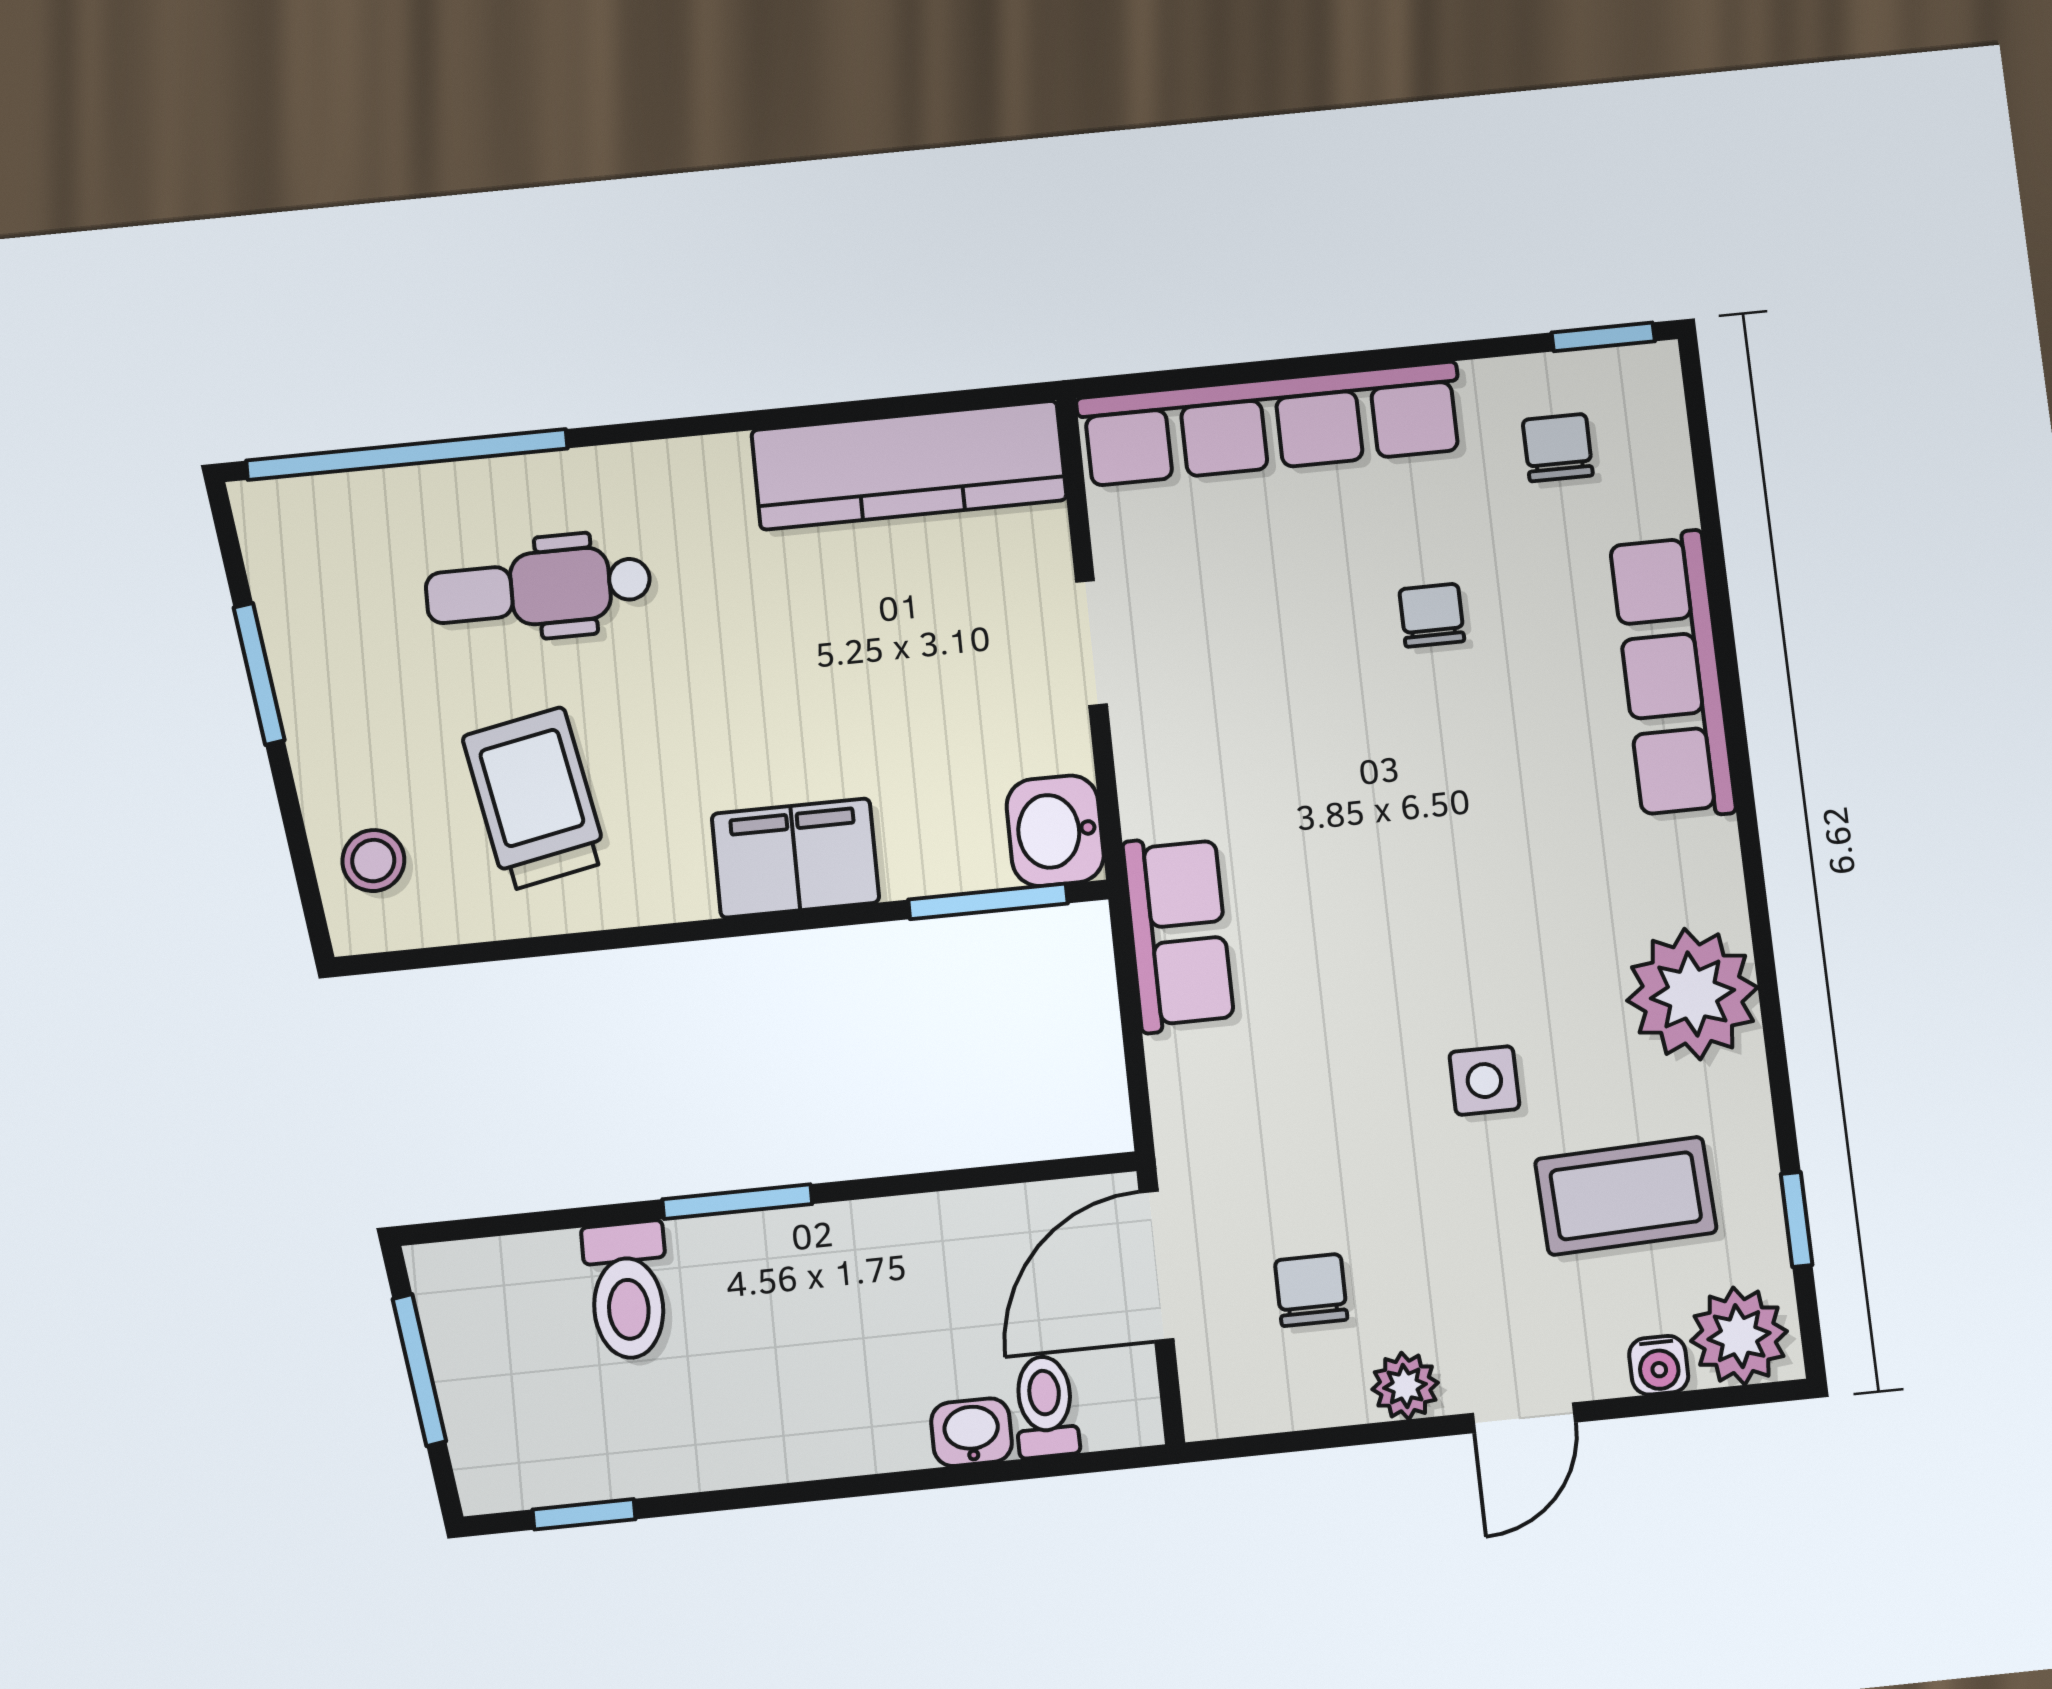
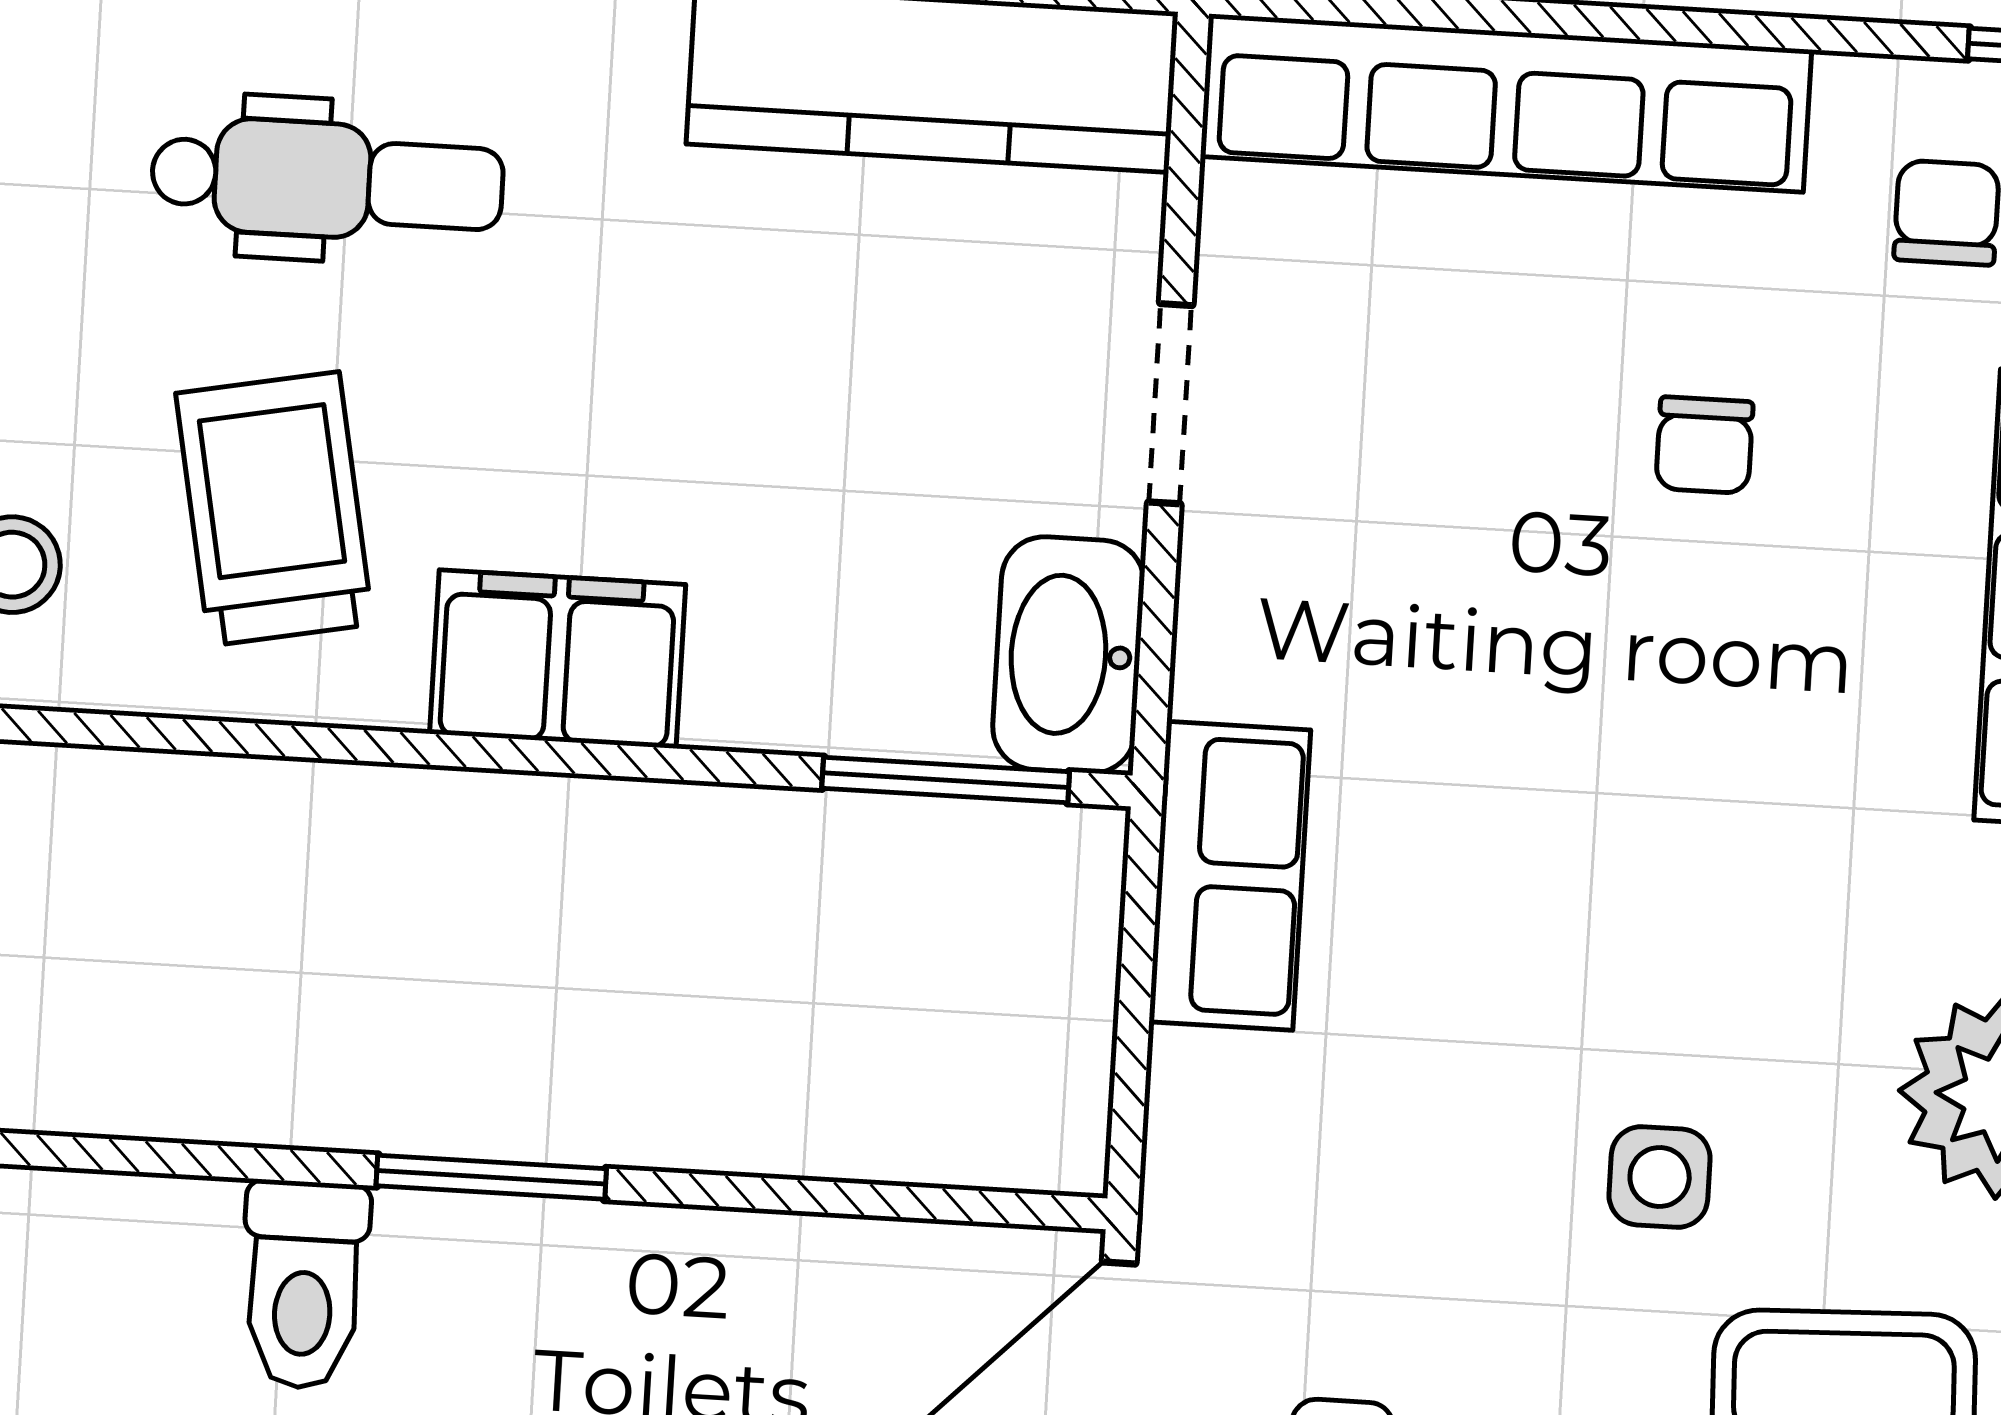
dental chair: (538, 588) -> (327, 180), turned 180
chair: (1432, 615) -> (1704, 445), turned 180
washbasin: (1055, 831) -> (1068, 655), width x1.38
filing cabinet: (795, 858) -> (558, 659), moved

